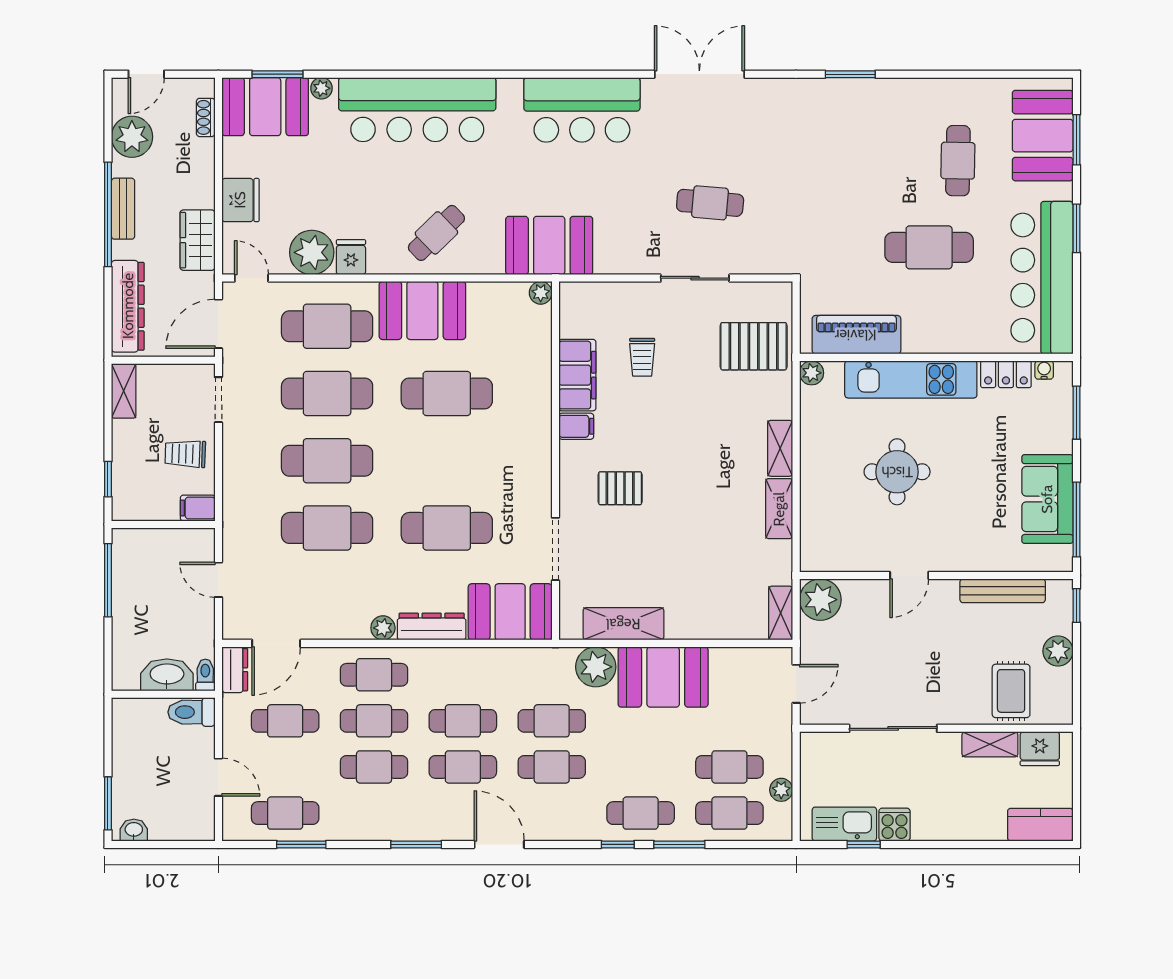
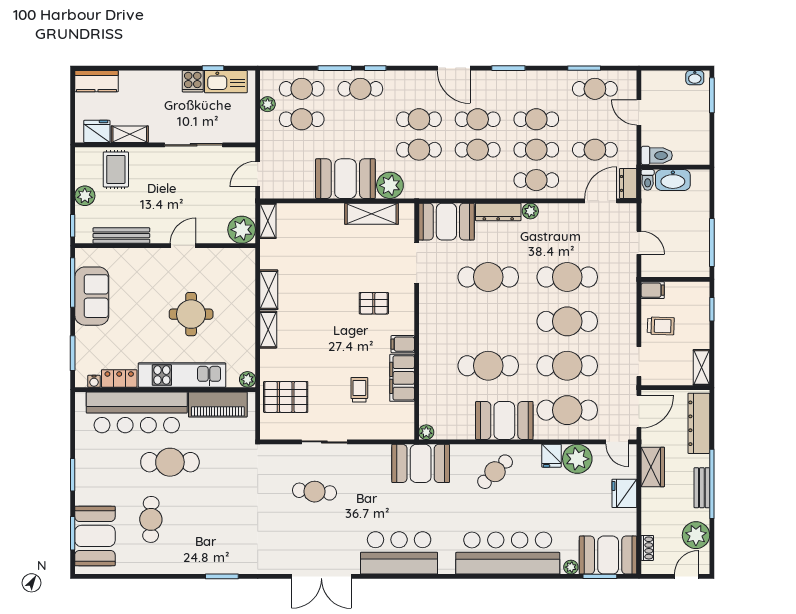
bar counter: (1042, 278) -> (137, 412), moved, turned 90

